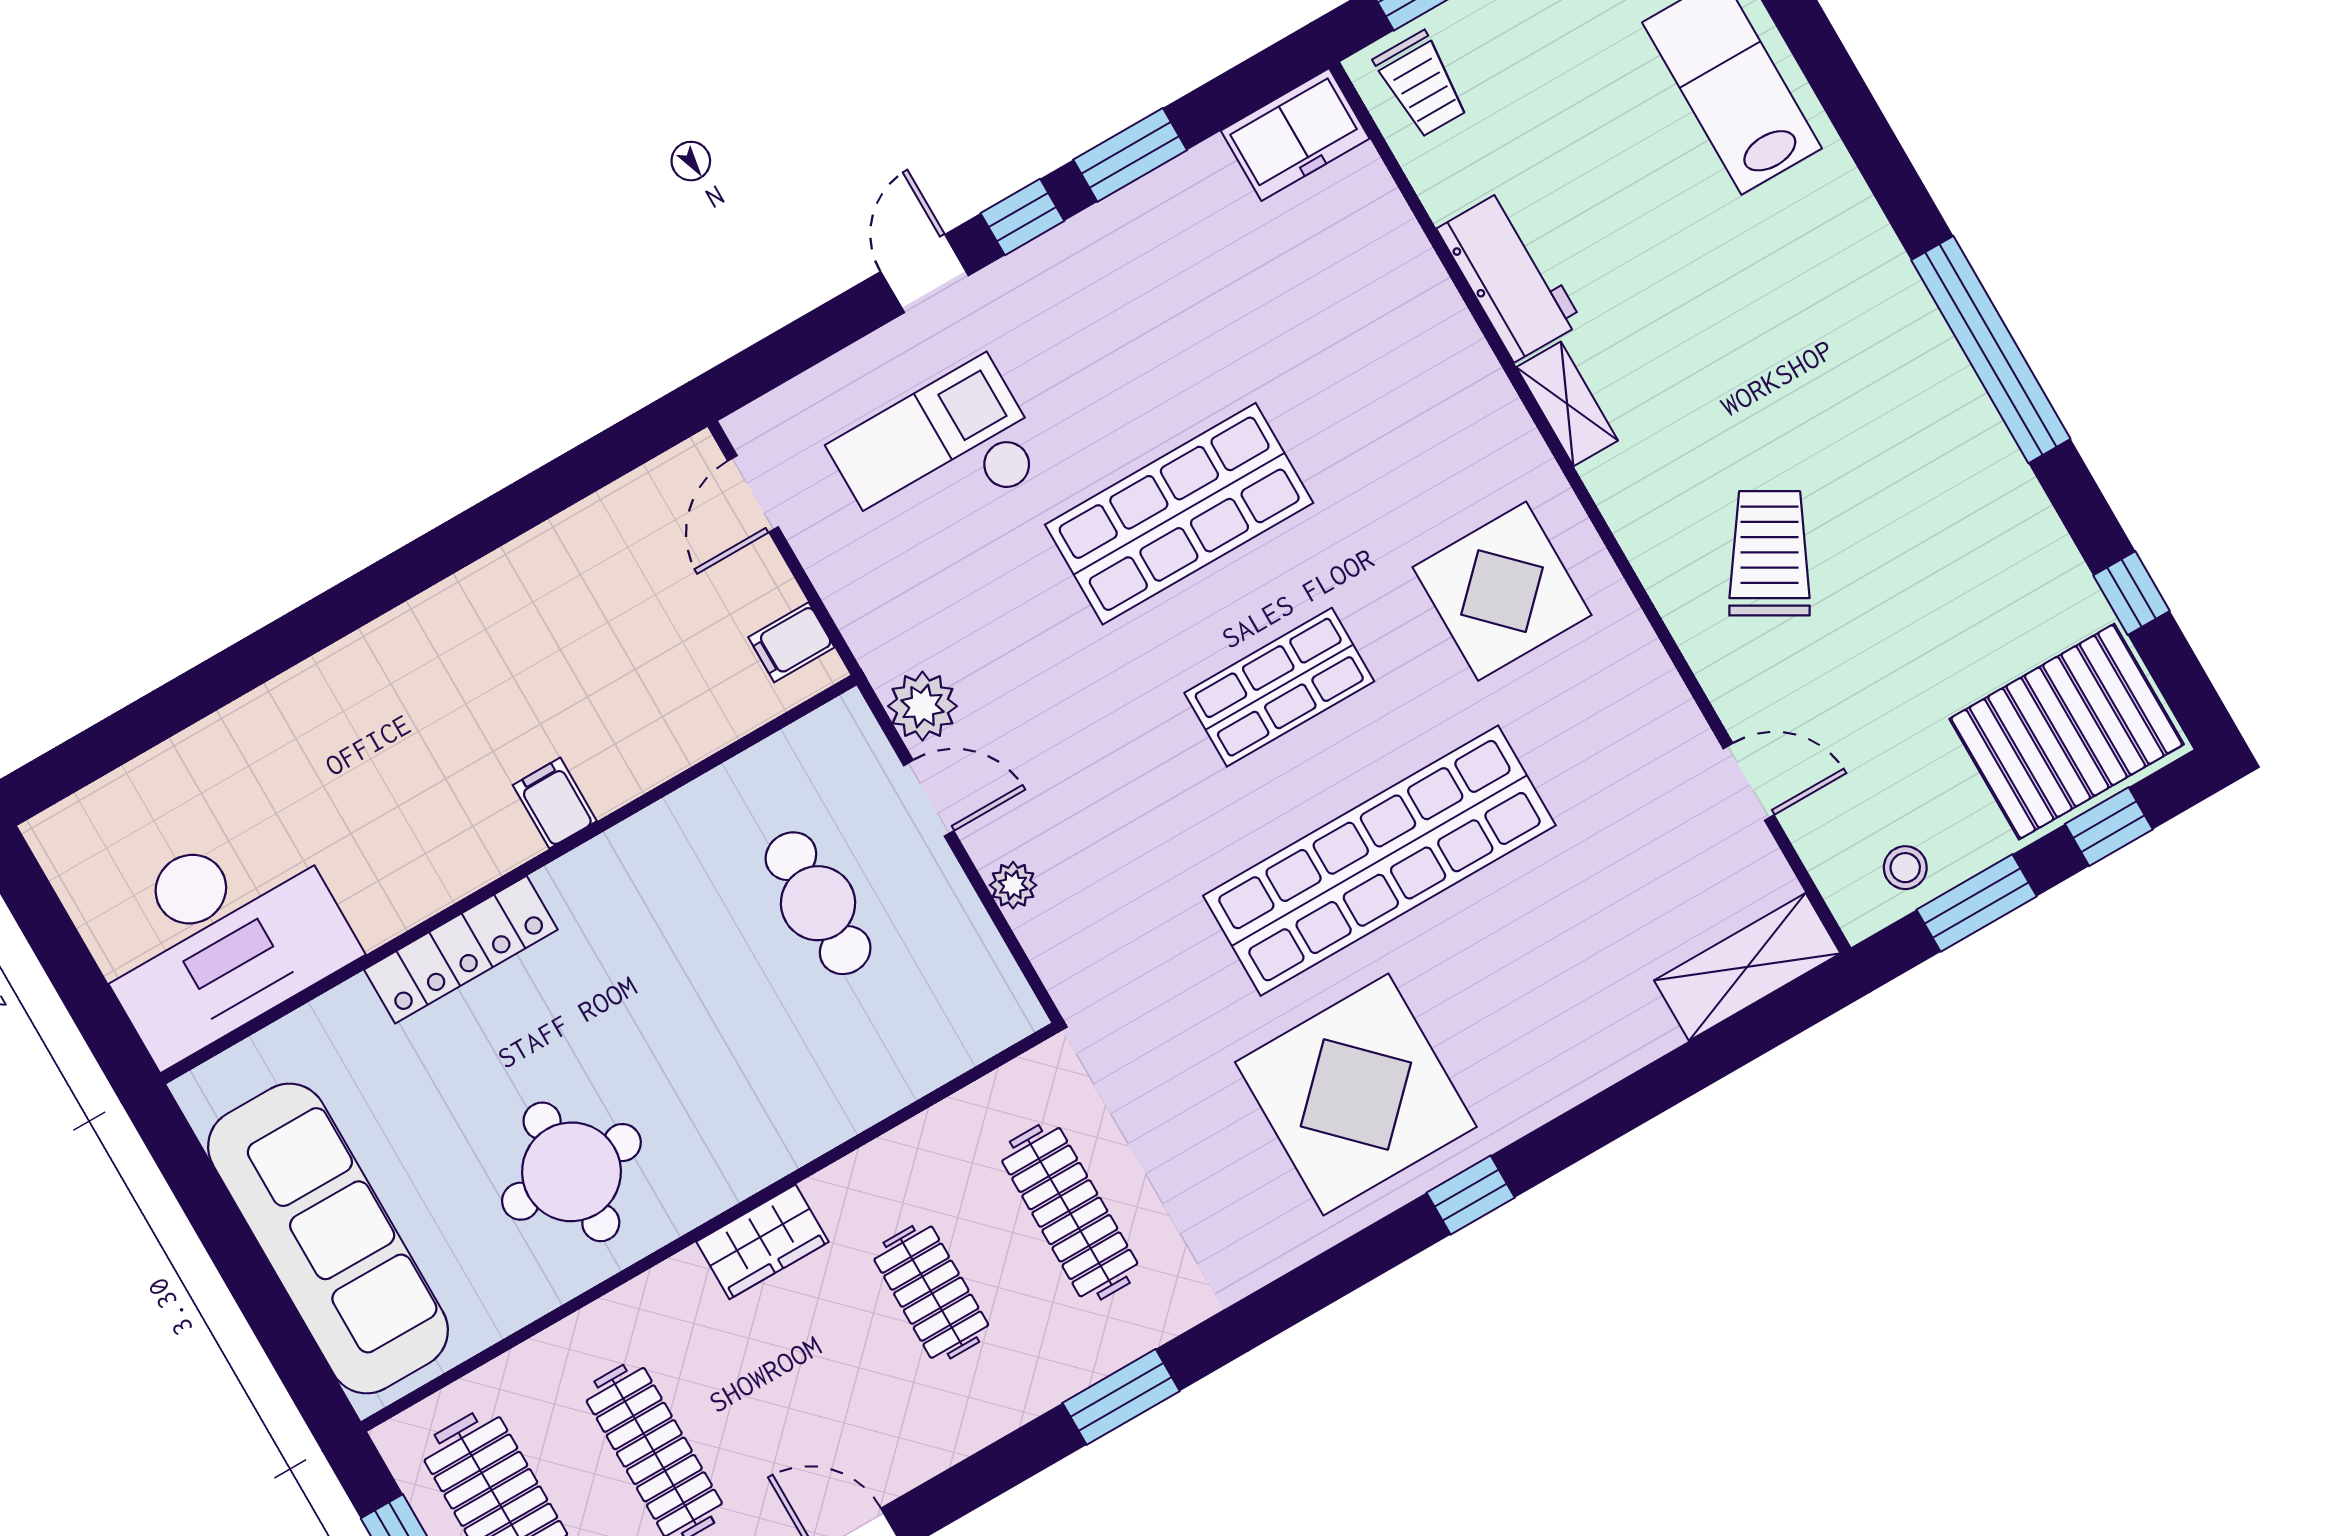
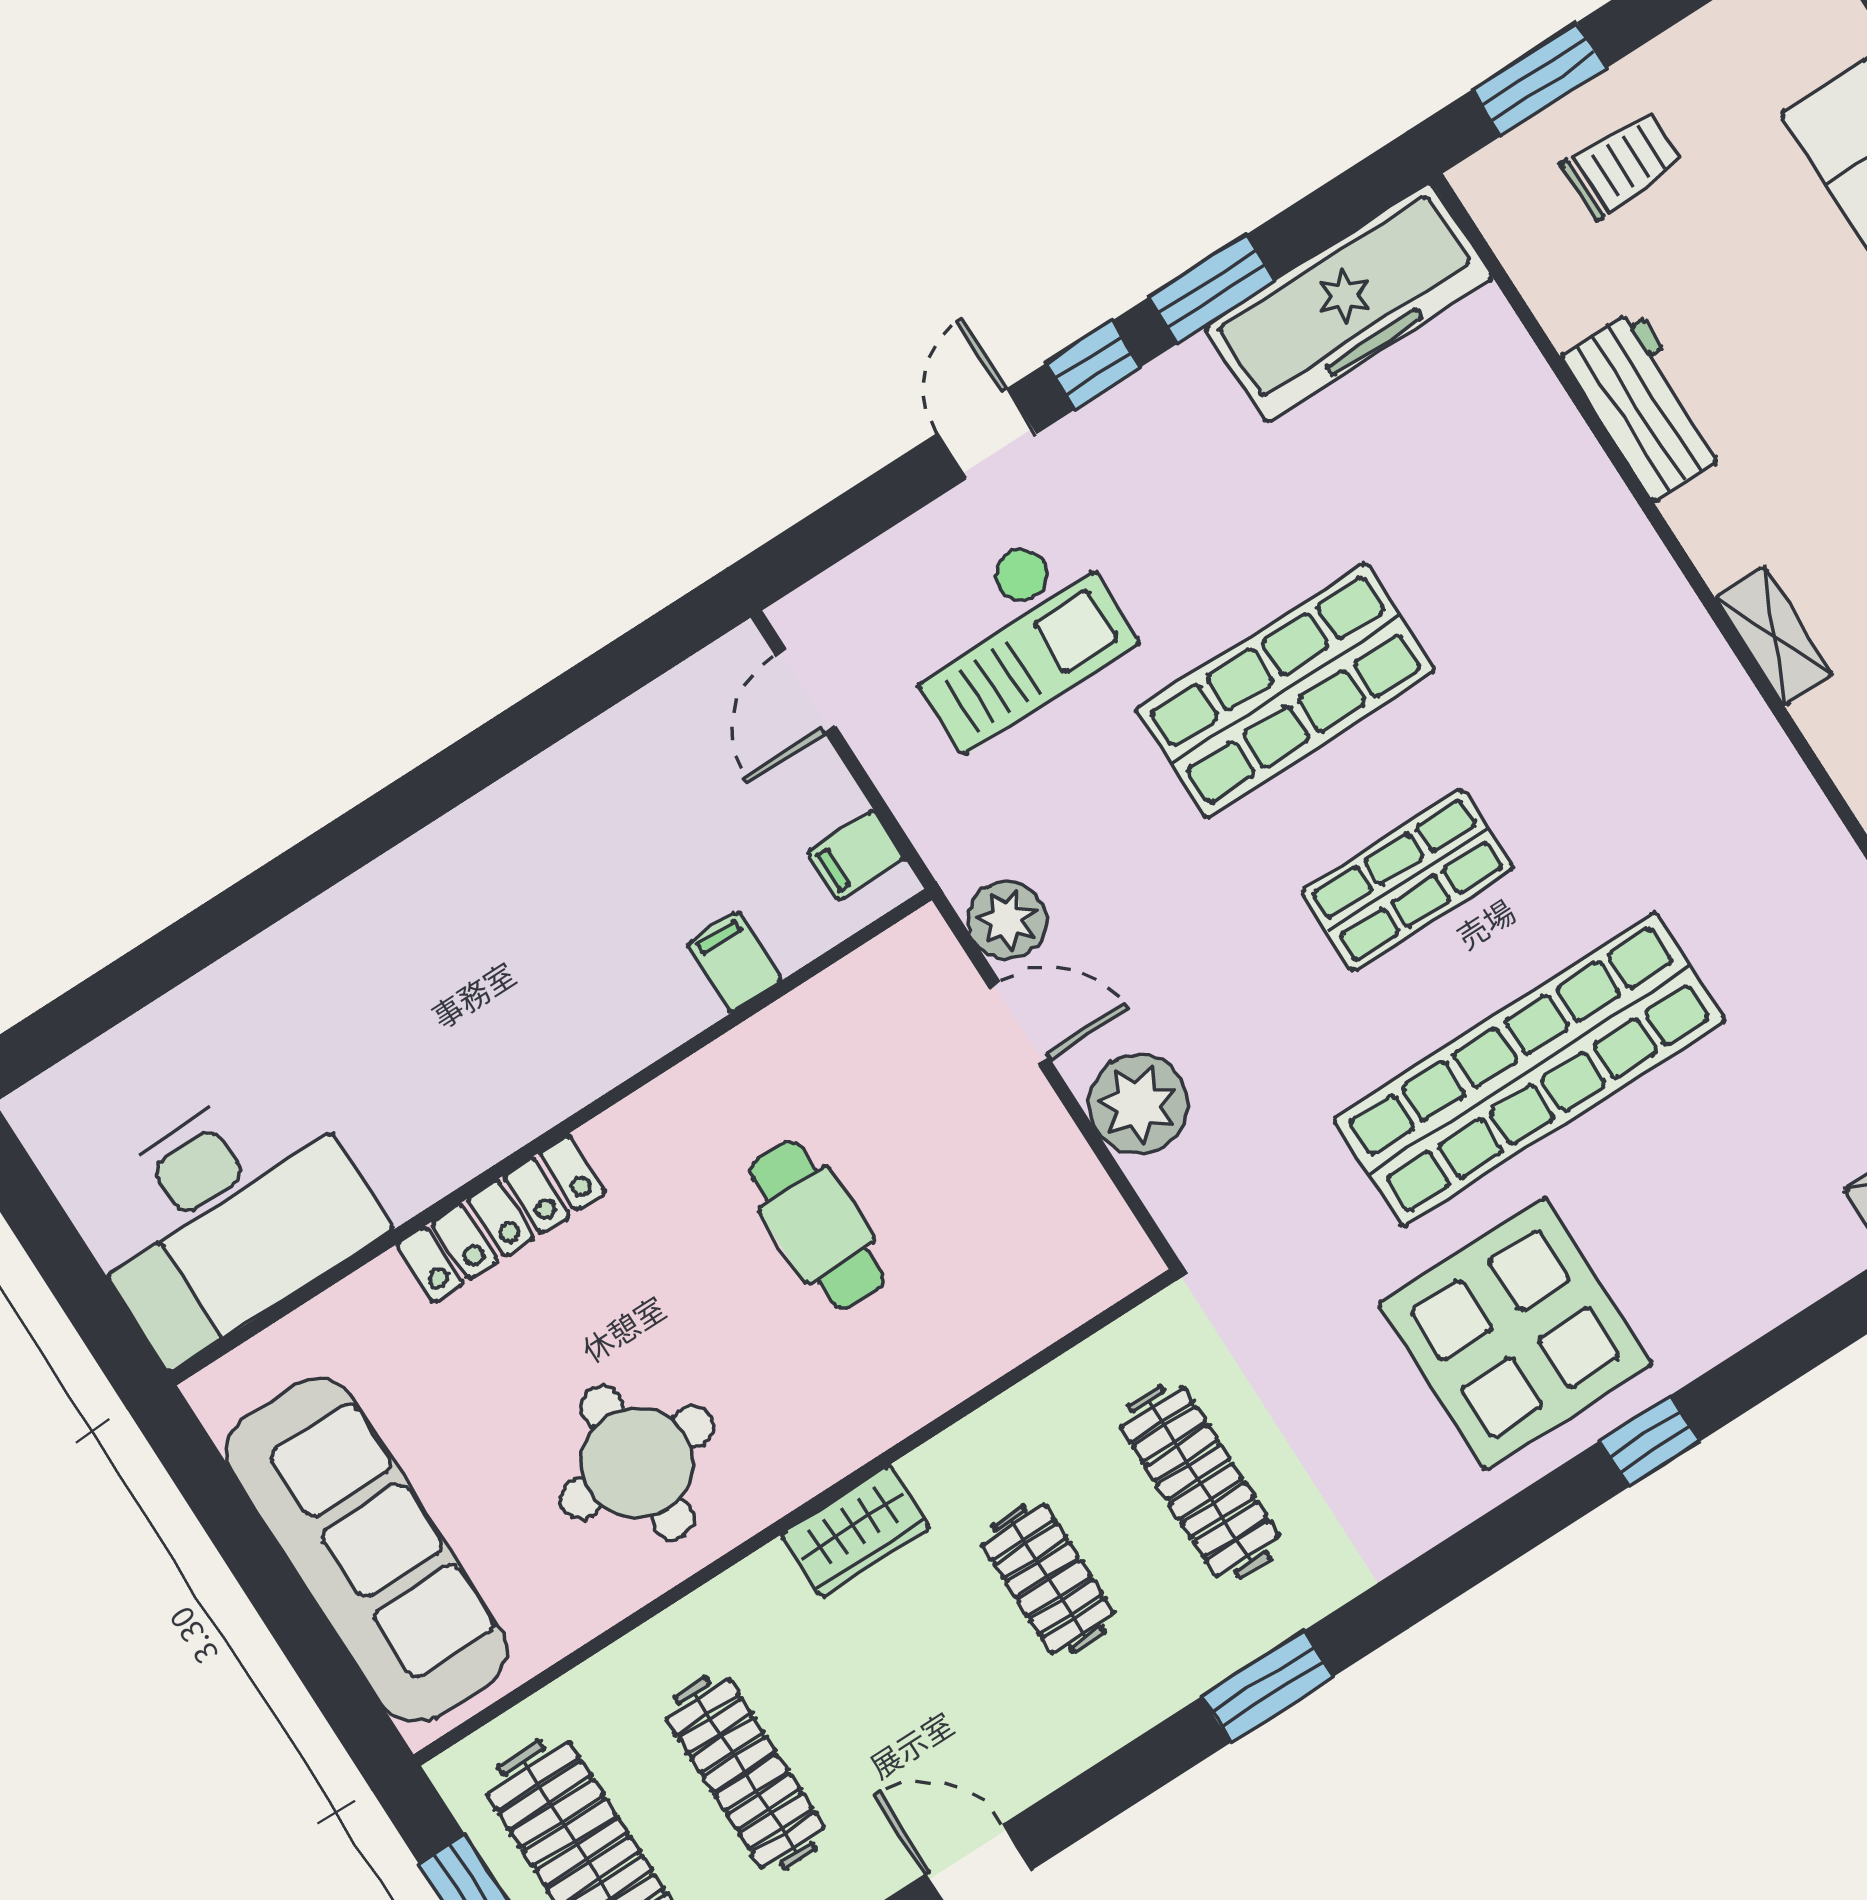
trolley: (1421, 84) -> (1622, 165), moved, turned -90
freezer: (1295, 135) -> (1349, 302), width x1.91, depth x1.26
shelving: (1567, 404) -> (1774, 636), moved
checkout: (939, 455) -> (1012, 637), turned 180
display table: (1502, 591) -> (1653, 760), removed
filing cabinet: (555, 803) -> (735, 962), moved
plant: (1013, 885) -> (1138, 1104), width x1.87, depth x1.87
cafe table: (818, 903) -> (817, 1225), moved

